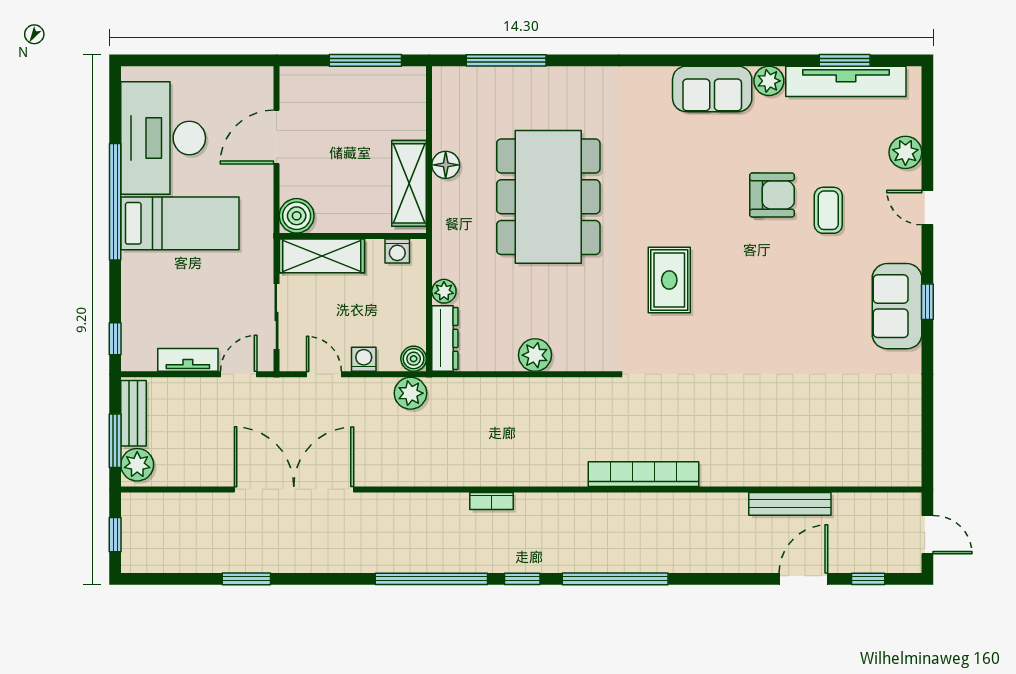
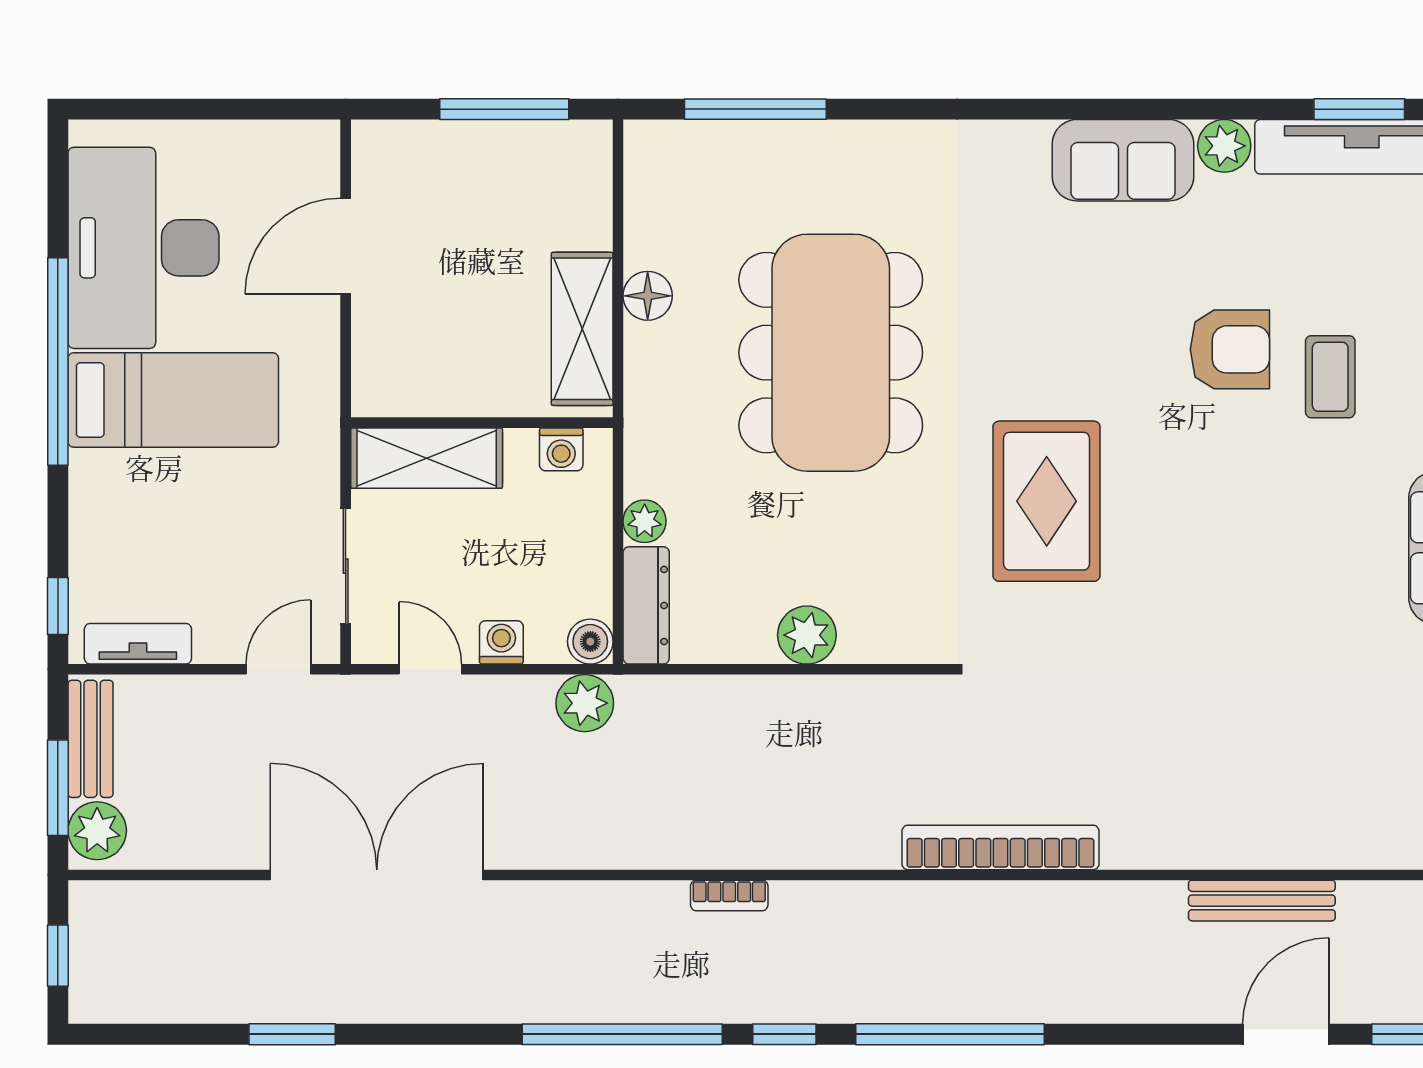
boiler: (297, 216) -> (382, 387), removed
rug: (669, 280) -> (1047, 501), width x1.36, depth x1.43
tv unit: (188, 360) -> (138, 644), moved

